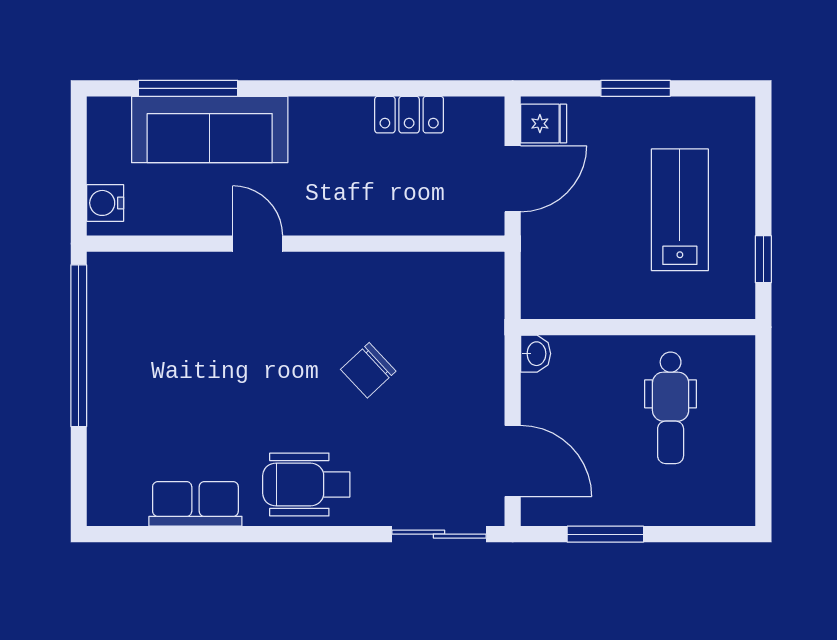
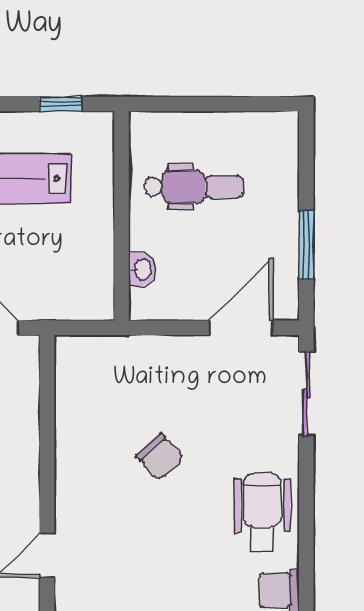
washbasin: (536, 354) -> (142, 269), moved, turned 90
wheelchair: (306, 484) -> (262, 512), turned 180

